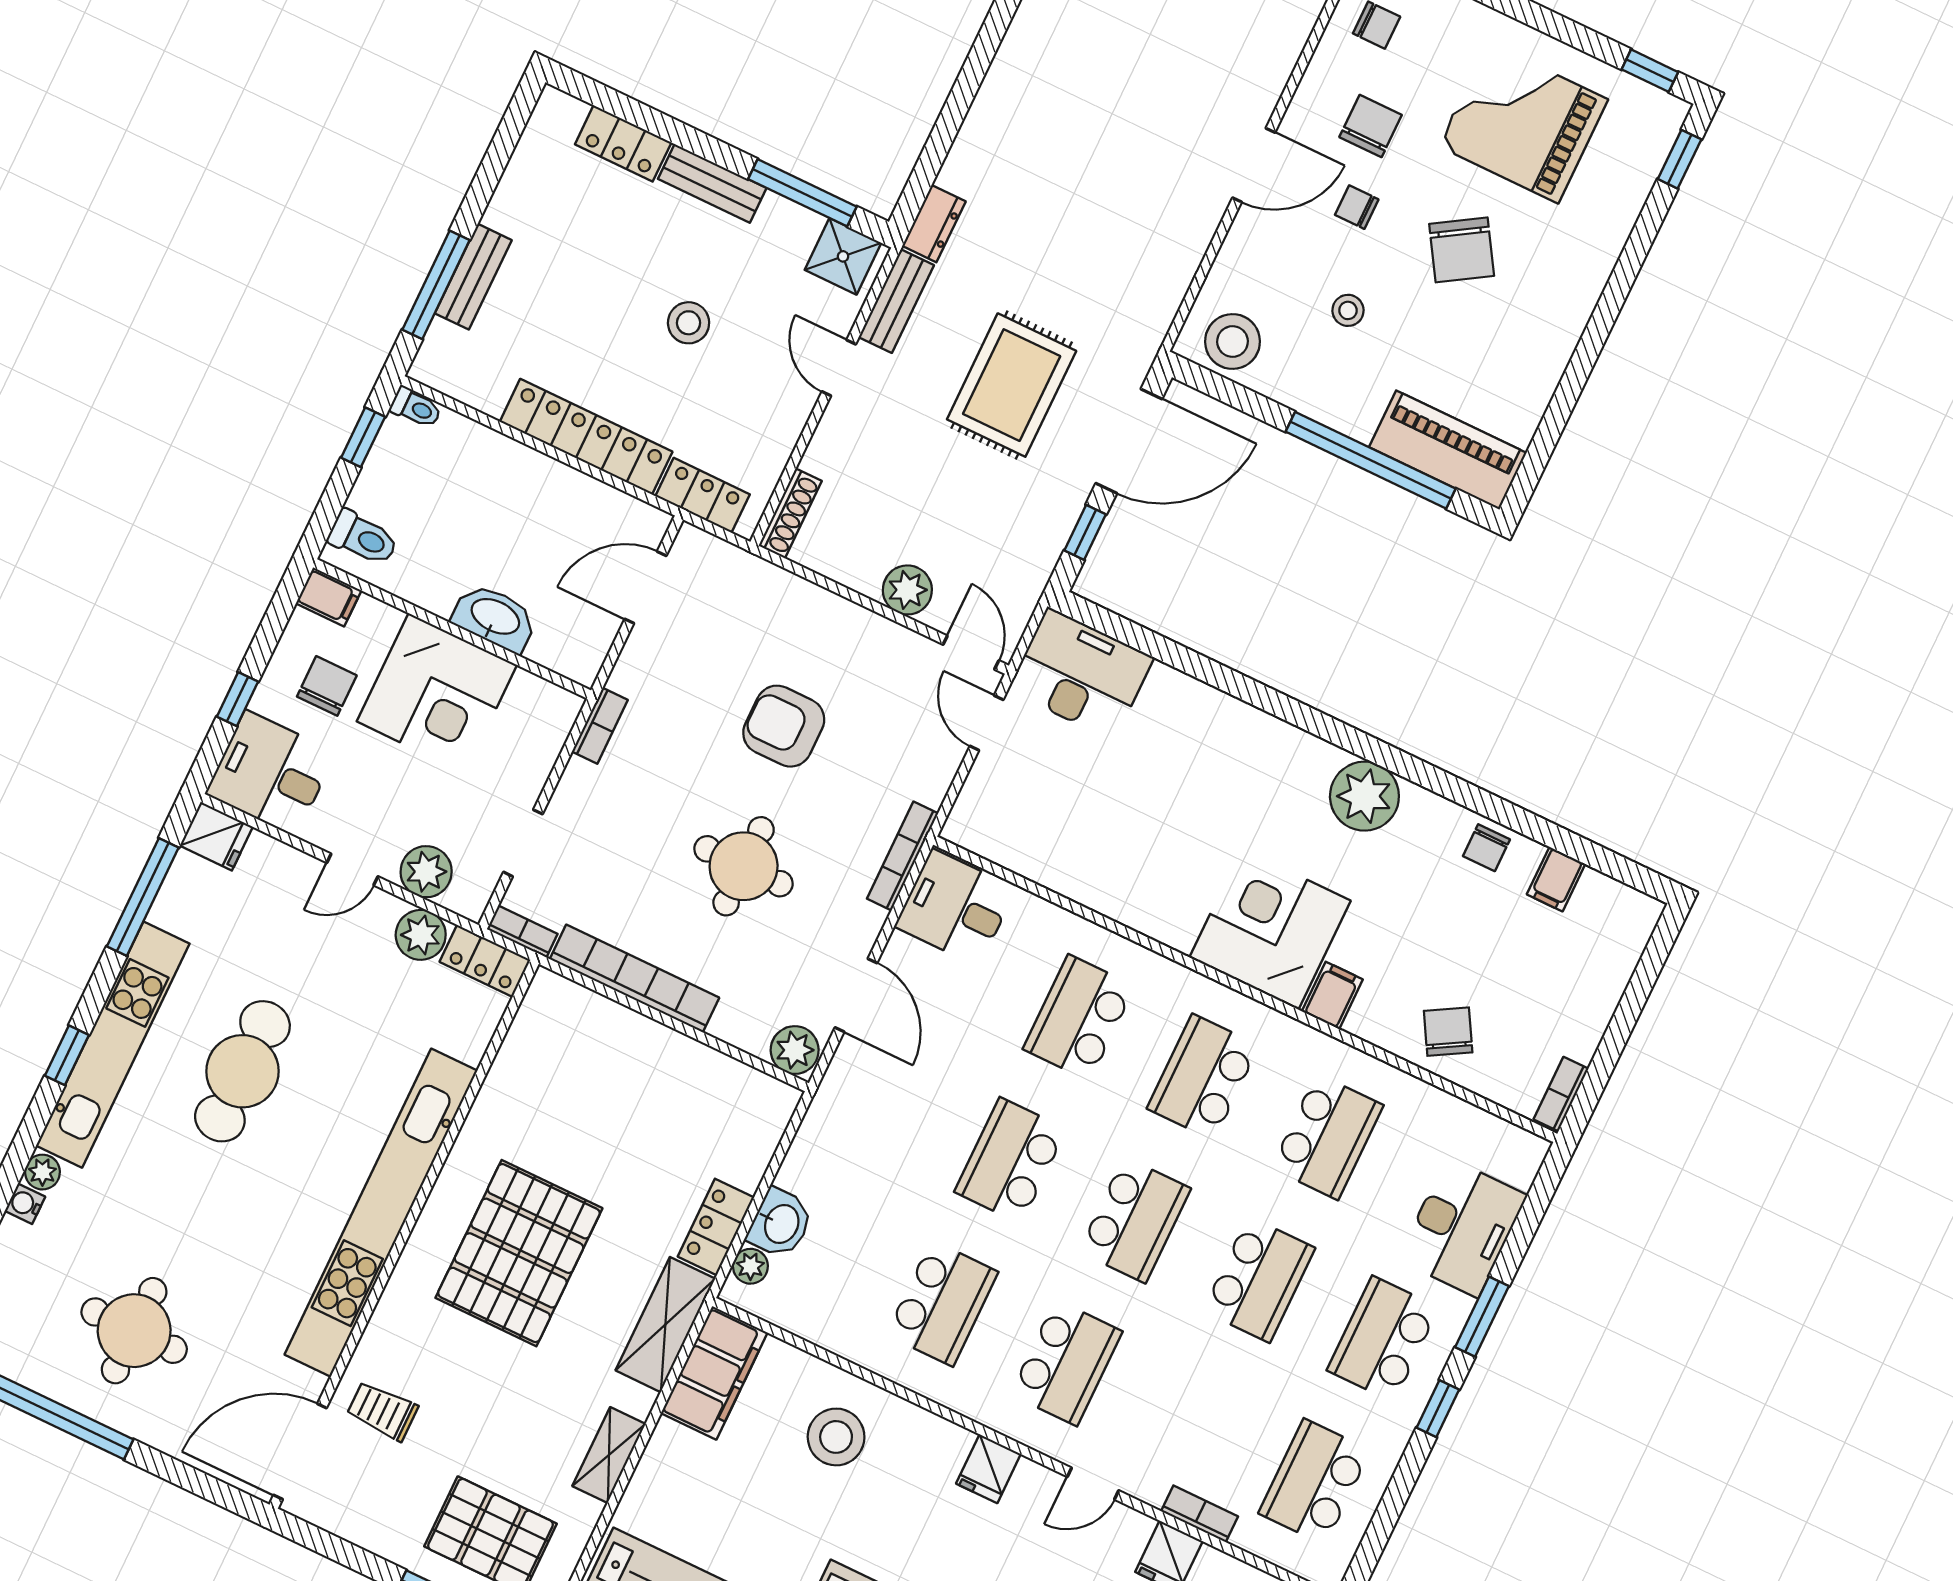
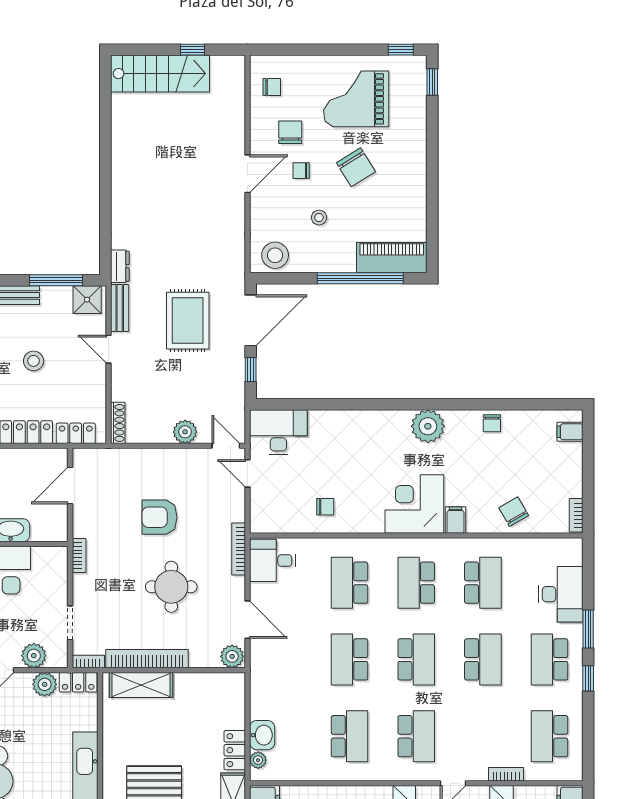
chair: (1102, 855) -> (325, 507), added
filing cabinet: (1556, 879) -> (570, 432), moved, turned 90
shelving: (600, 1022) -> (141, 685), added

